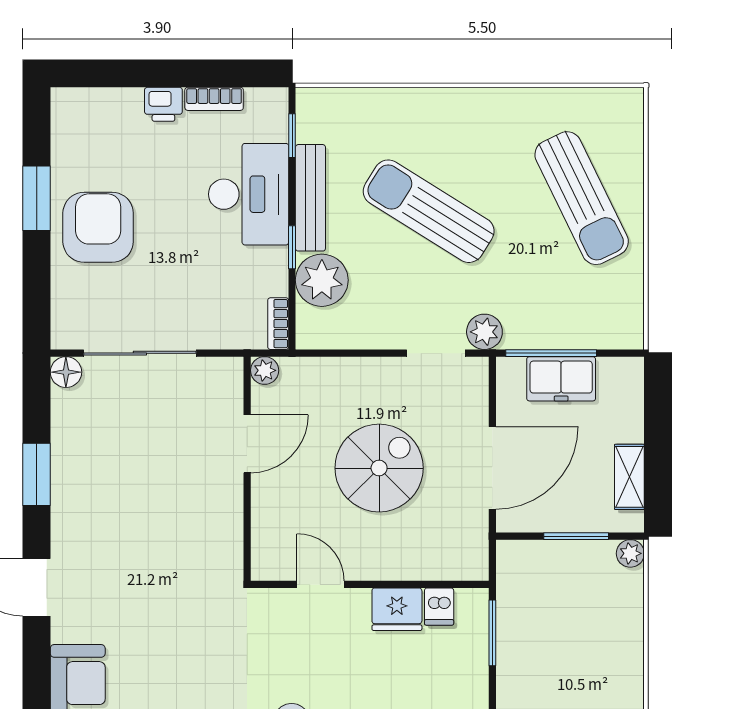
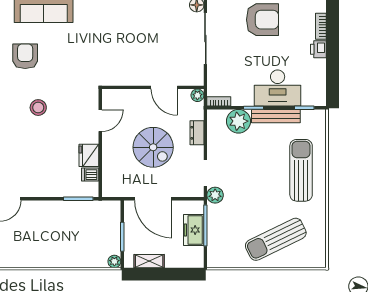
bookcase: (214, 99) -> (321, 26), moved
sun lounger: (429, 211) -> (301, 170), moved, turned -32
dresser: (347, 371) -> (197, 133), added

